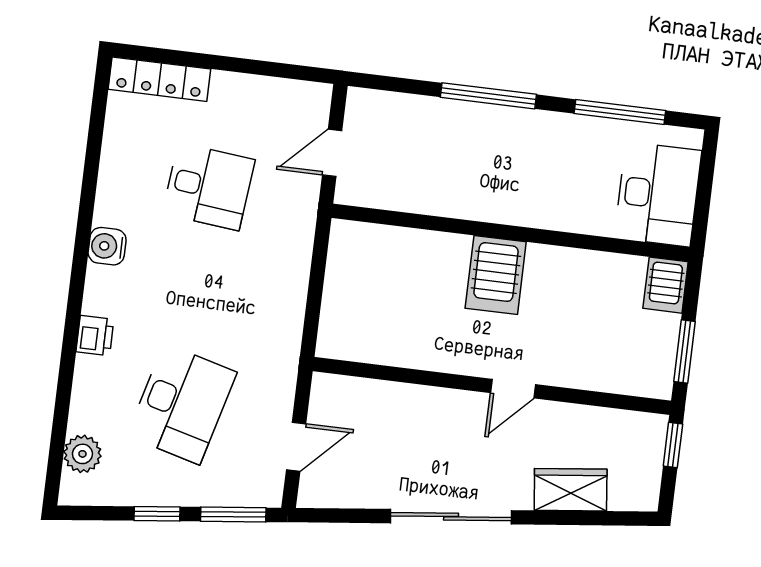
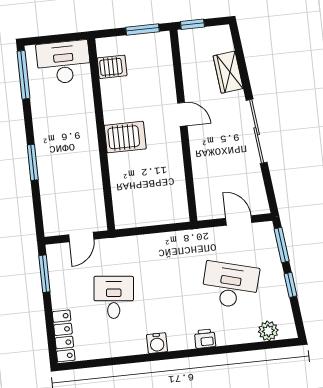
window: (281, 70) -> (44, 274), added
window: (488, 96) -> (33, 162), width x0.69
window: (620, 112) -> (24, 75), moved
door: (332, 153) -> (81, 237), hinge flipped
server rack: (666, 285) -> (112, 67), moved

